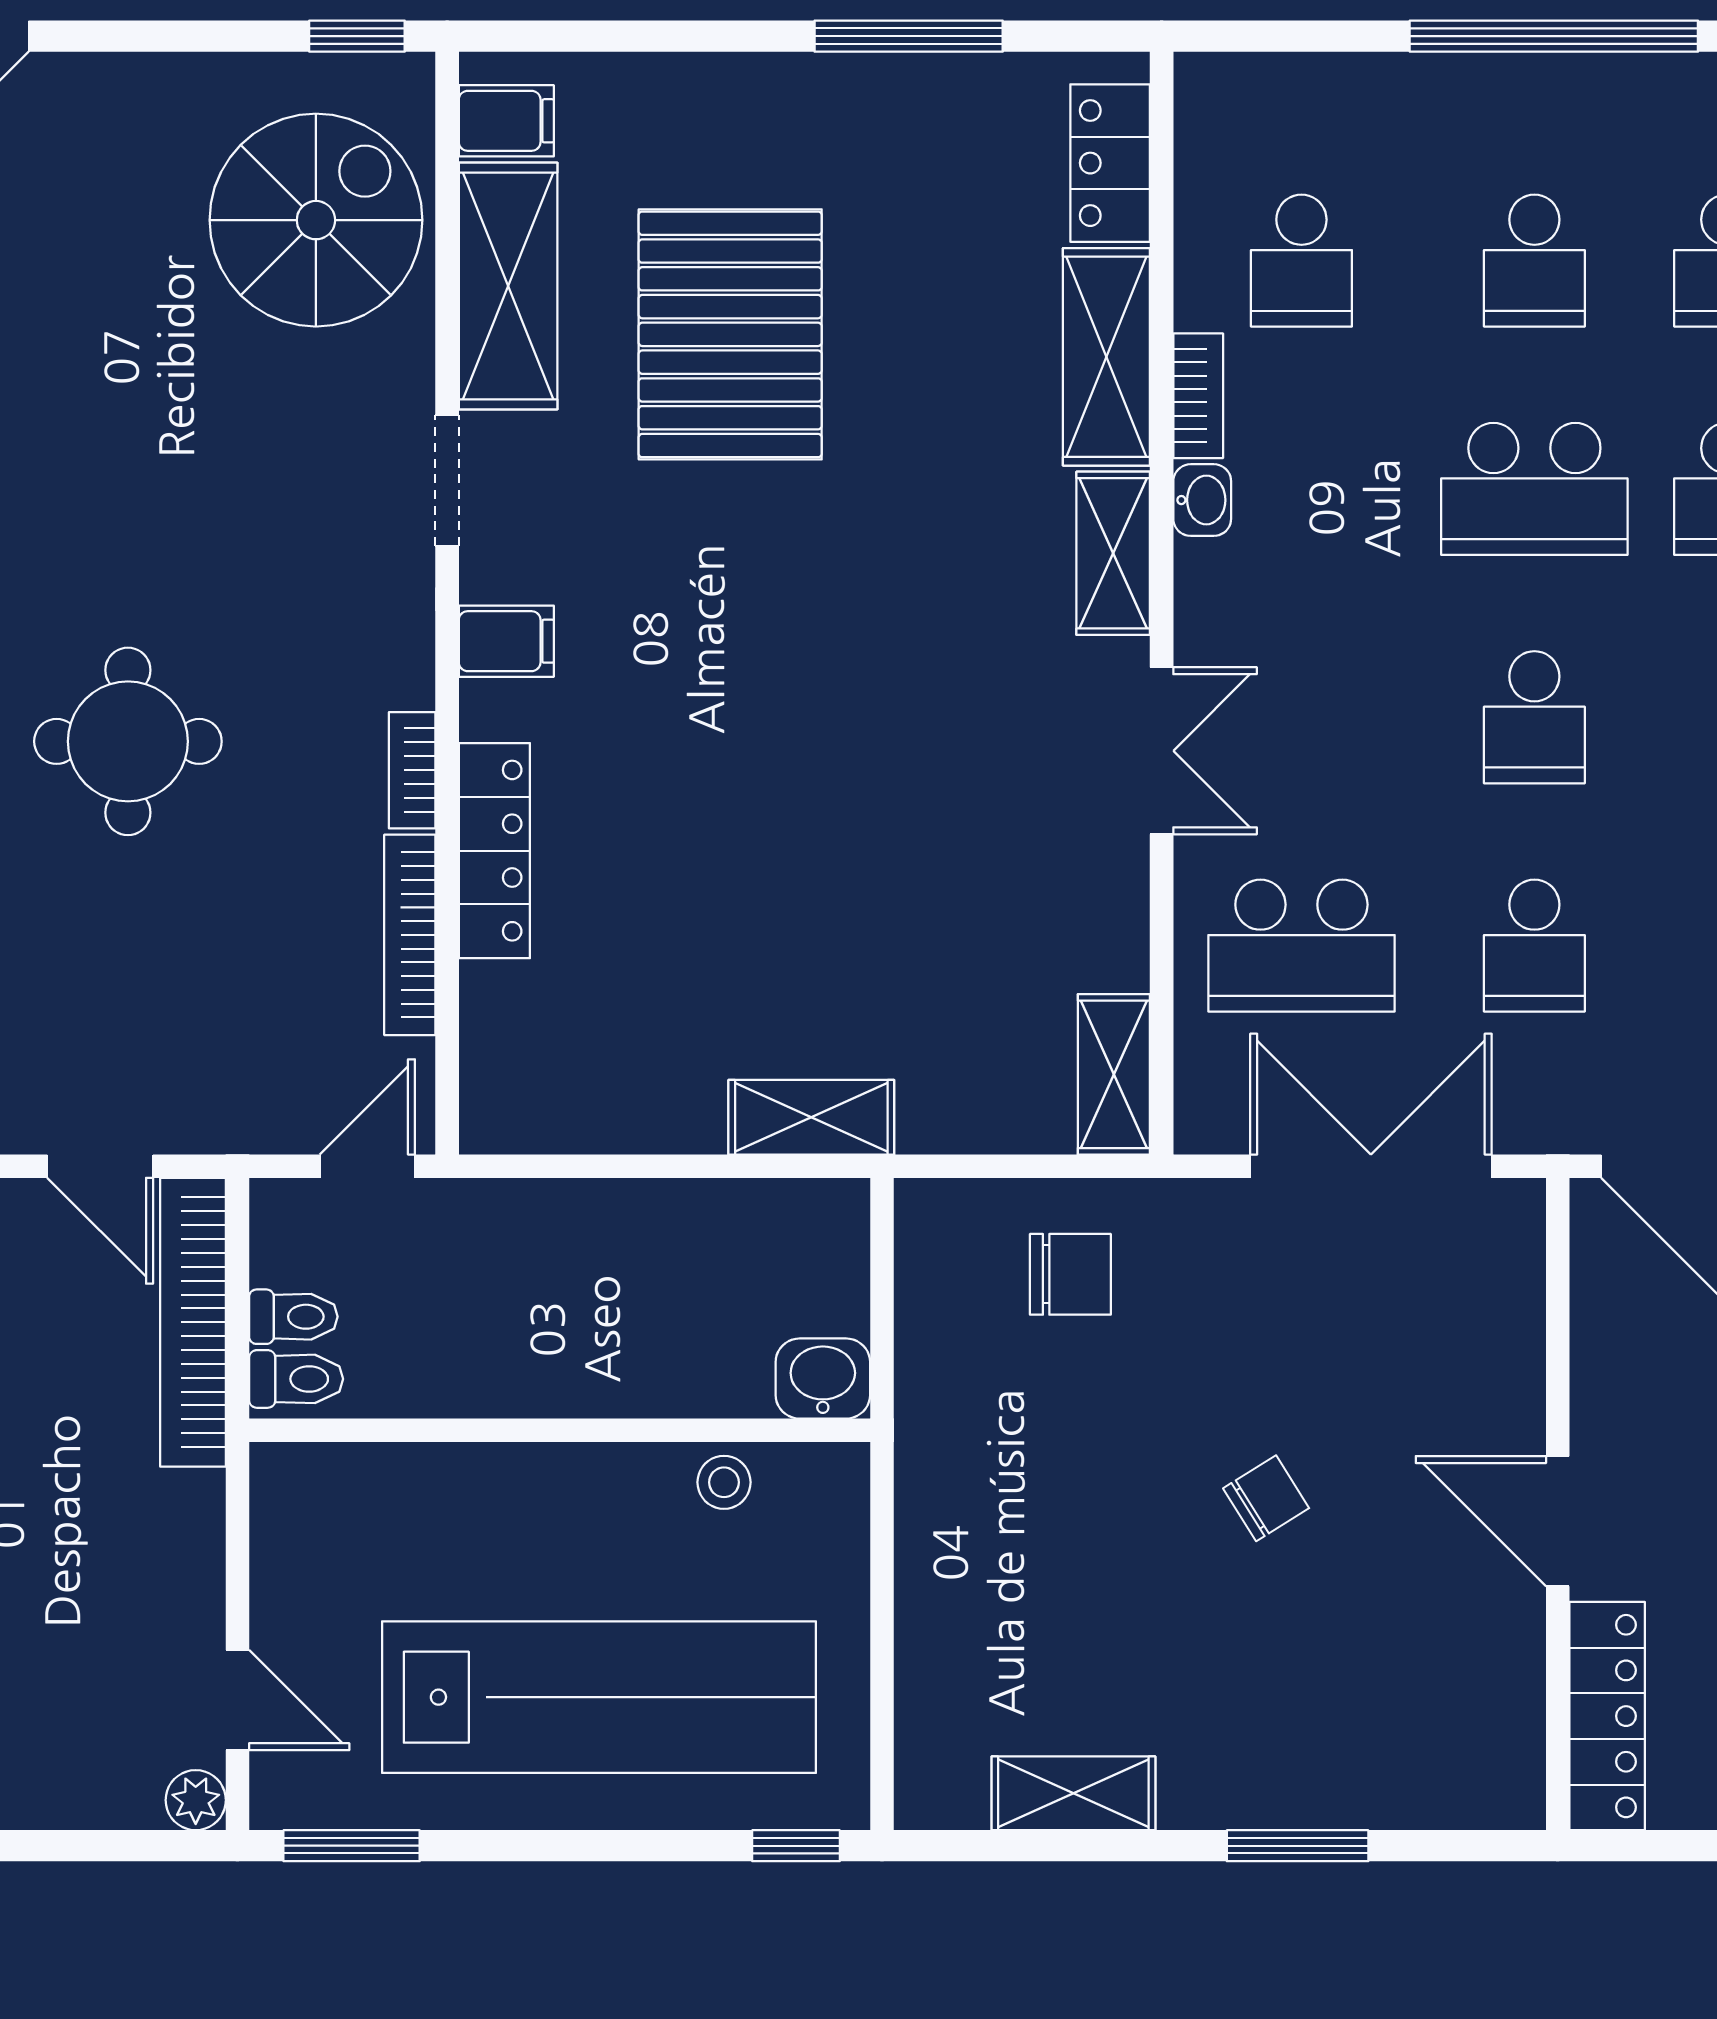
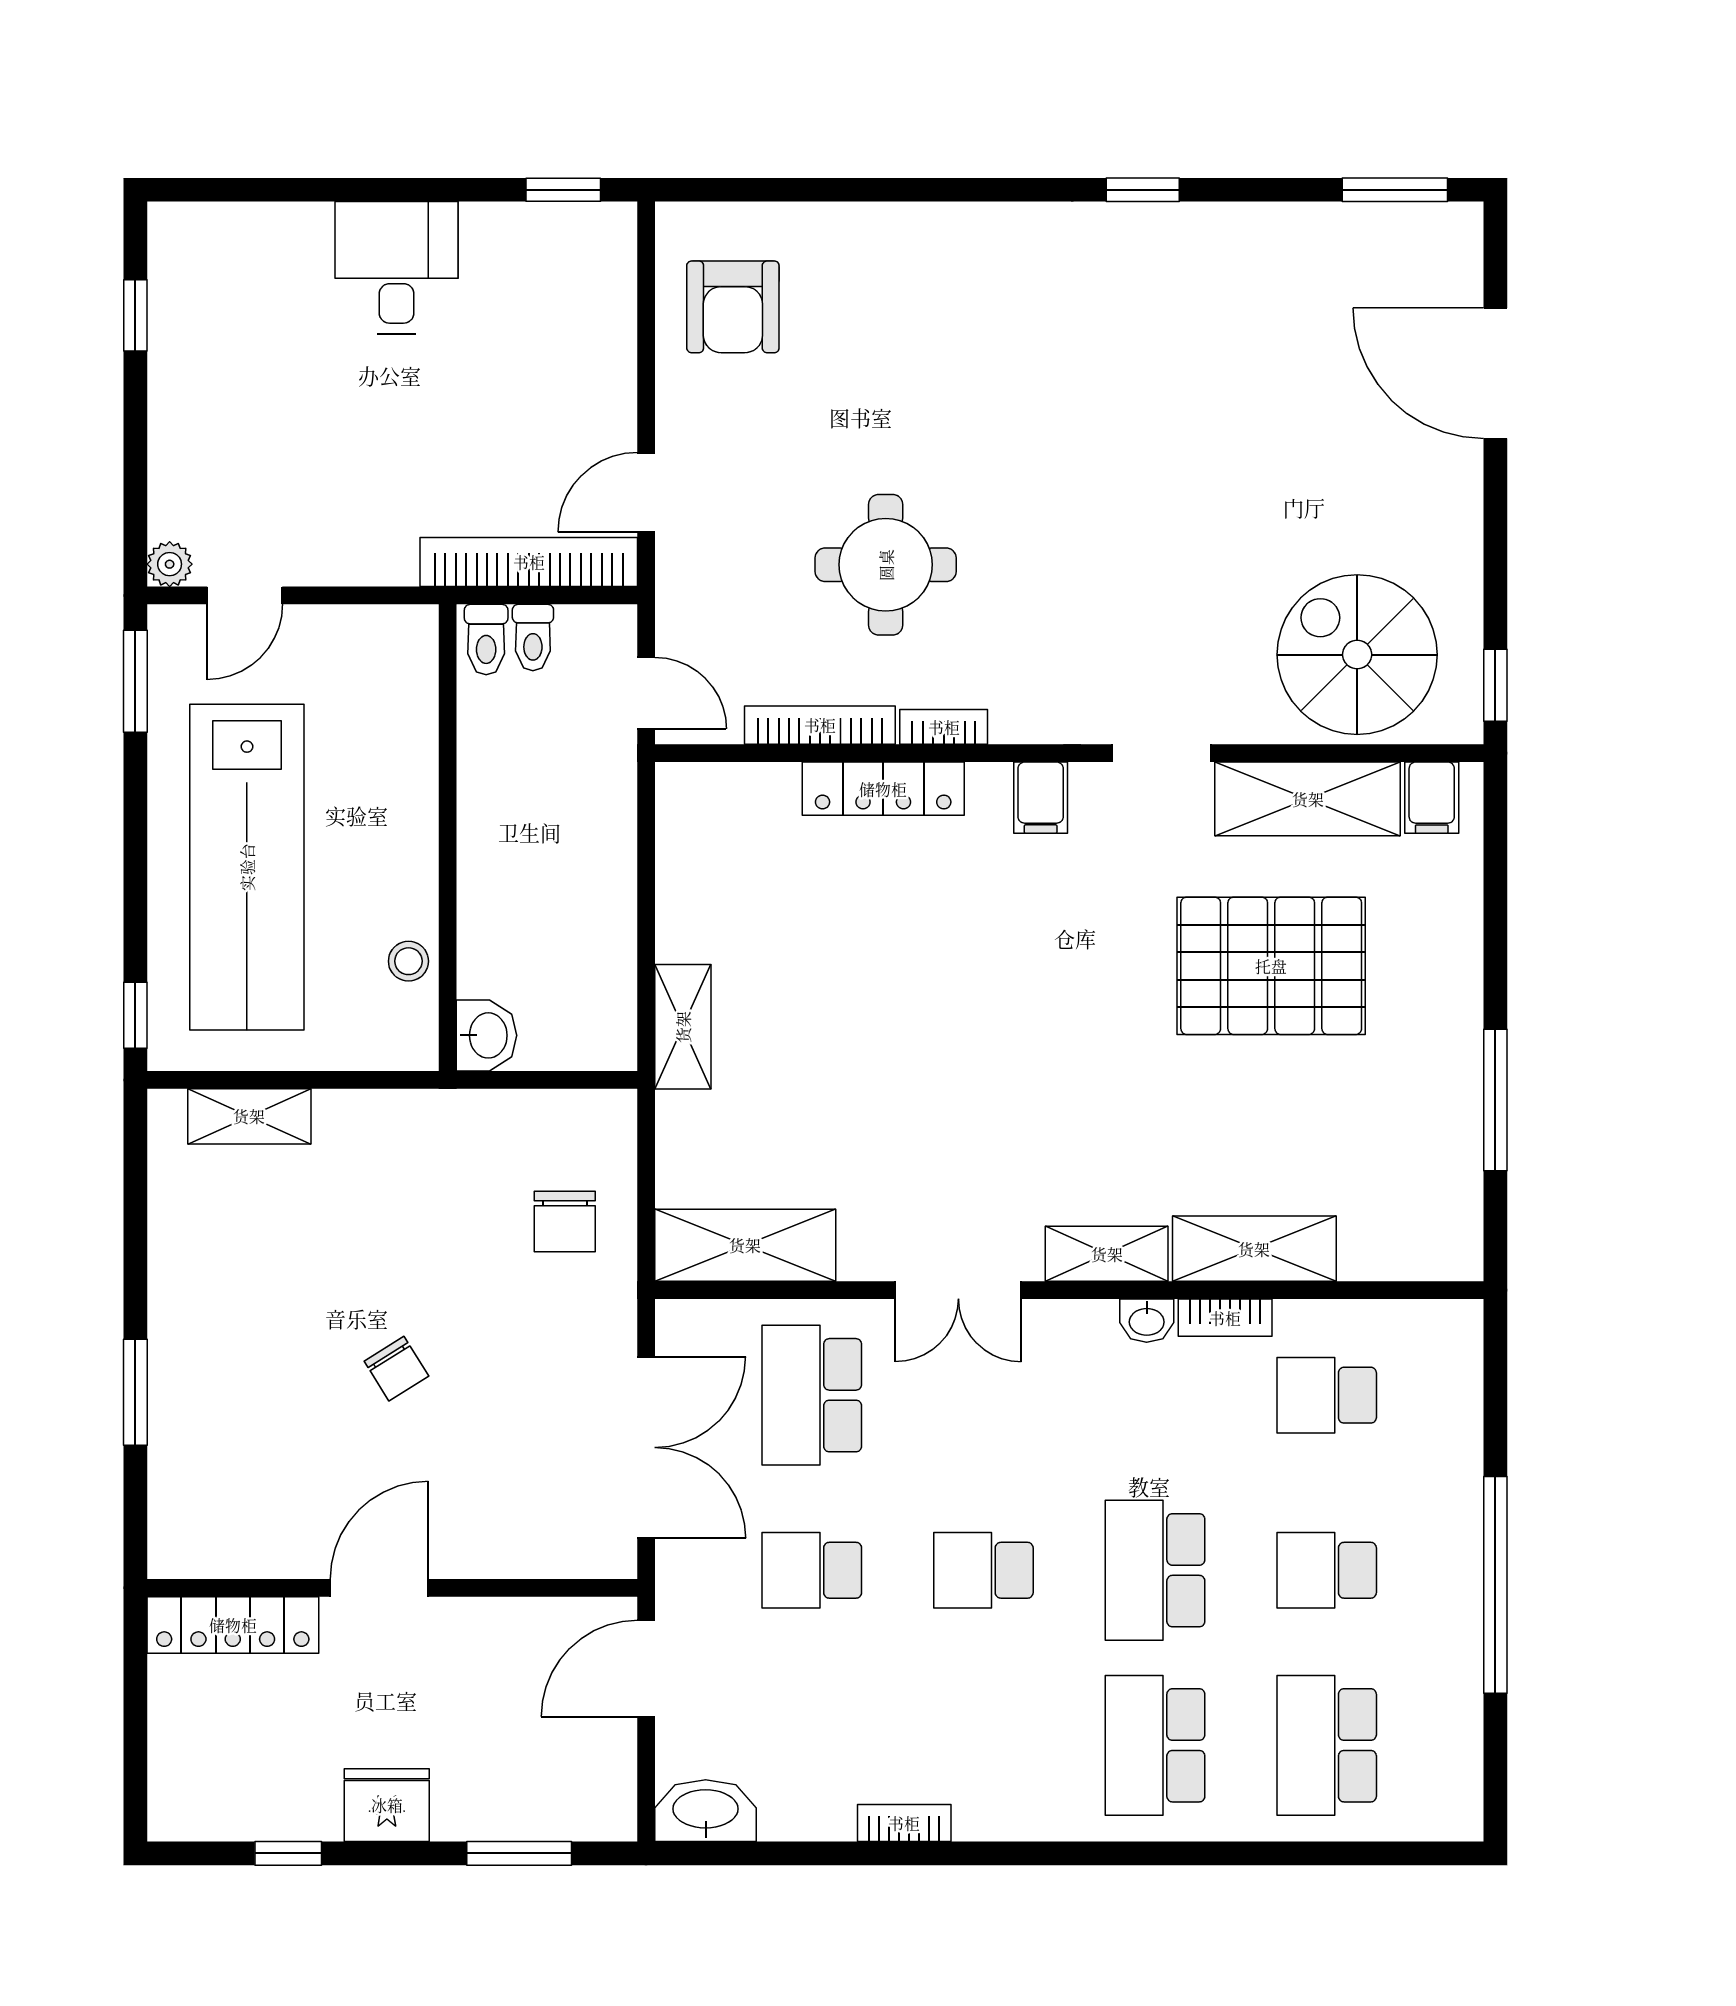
locker: (1110, 163) -> (1400, 1251), removed
spiral stairs: (316, 220) -> (1357, 655), turned 180
round table: (128, 741) -> (886, 565), moved
shelving: (1114, 1074) -> (745, 1245), width x1.50, depth x1.33
shelving: (1073, 1793) -> (249, 1116), moved, turned 90

